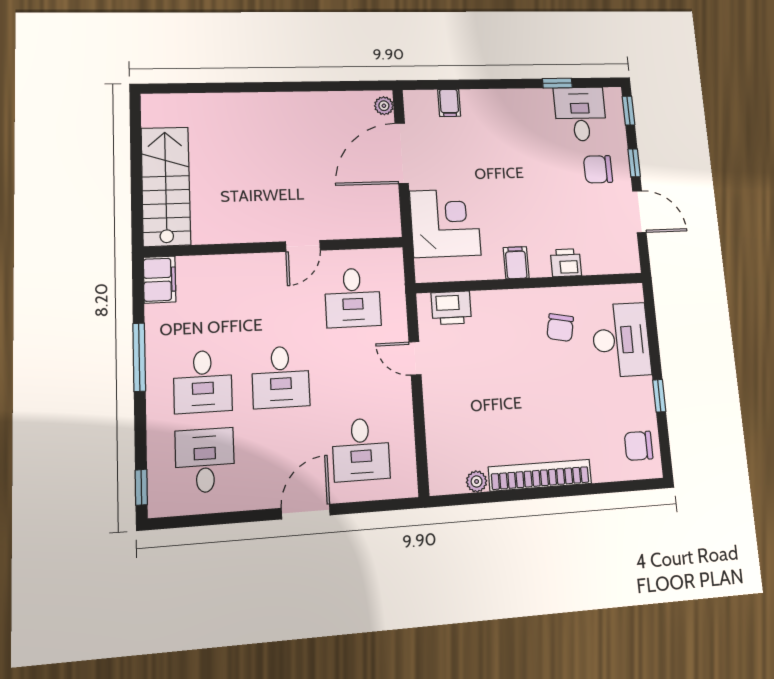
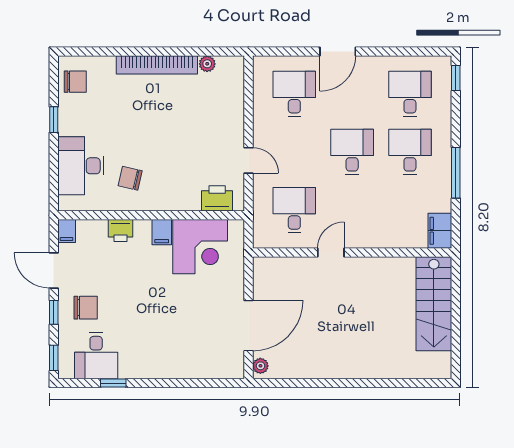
filing cabinet: (449, 103) -> (67, 231), moved, turned 180
corner desk: (445, 223) -> (200, 247), moved, turned -90
chair: (560, 328) -> (130, 178), turned -88
desk: (205, 461) -> (410, 94), turned 180

